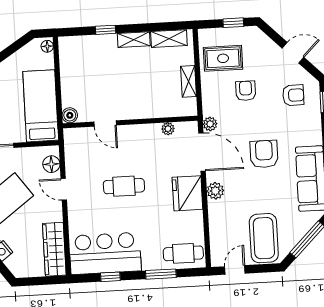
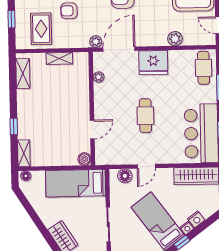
shelving: (134, 40) -> (24, 153), moved
plant: (215, 191) -> (175, 39), moved

